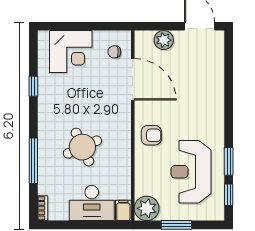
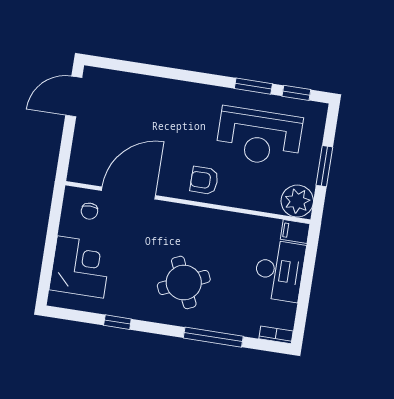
plant: (164, 40) -> (84, 145), removed
armchair: (151, 135) -> (204, 180), turned -90
round table: (82, 147) -> (184, 282), moved

